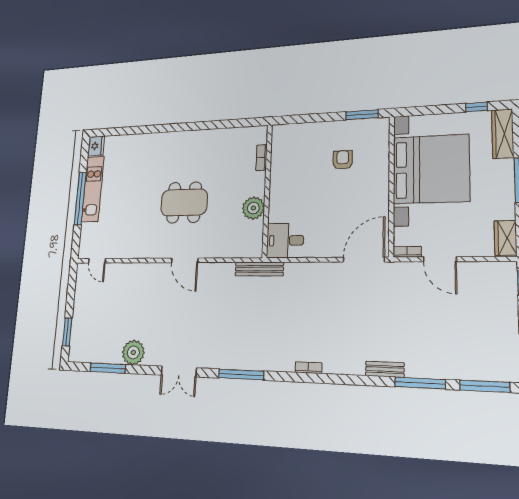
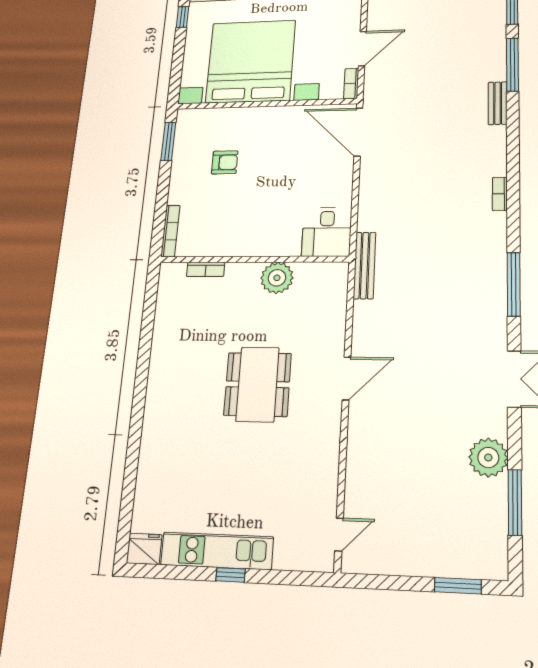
bookcase: (291, 128) -> (170, 231), added
armchair: (343, 160) -> (225, 162), turned 180
window: (80, 199) -> (231, 575), width x0.32

